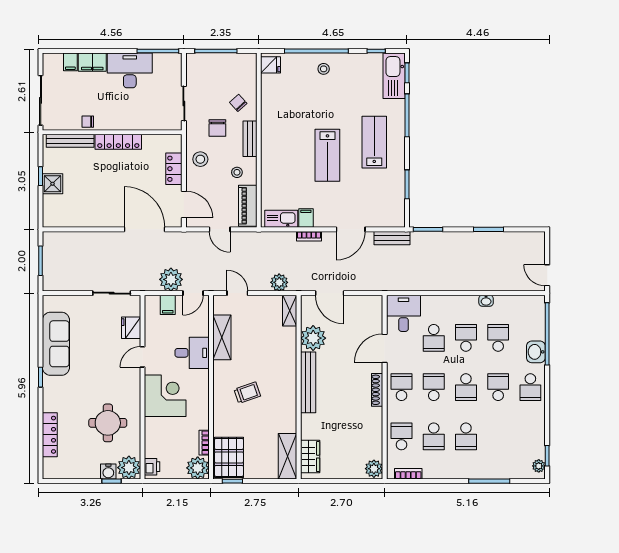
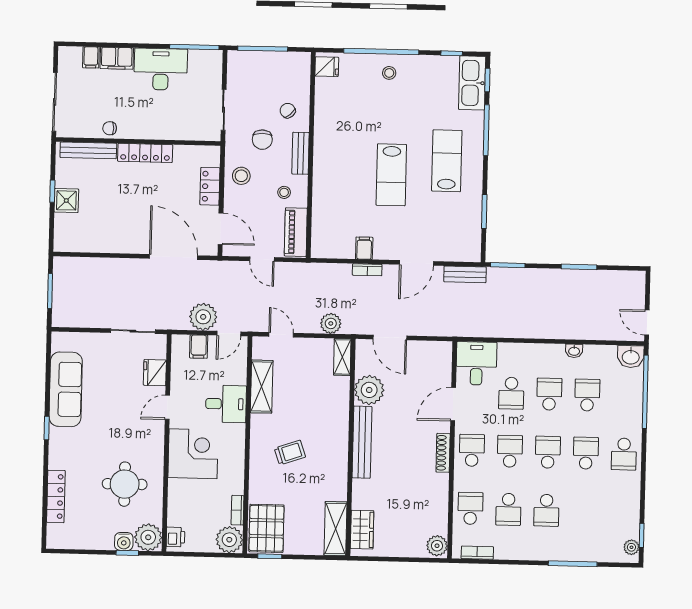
kitchen sink: (281, 219) -> (335, 248), removed
washbasin: (536, 352) -> (631, 357), moved, turned -90
school desk: (466, 387) -> (548, 452), turned 180

